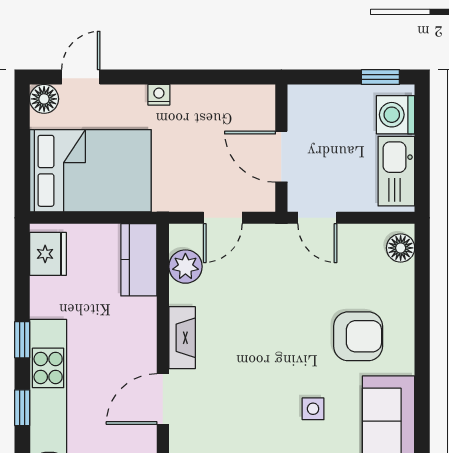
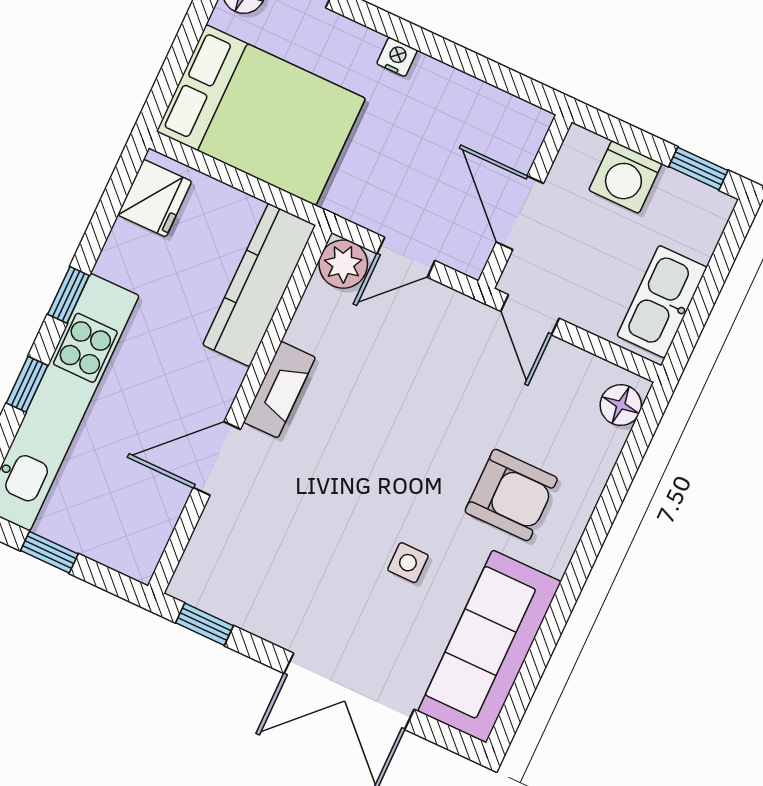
washing machine: (396, 115) -> (625, 177), moved, turned -90
kitchen counter: (139, 260) -> (259, 285), width x1.50
plant: (185, 267) -> (343, 264), moved

